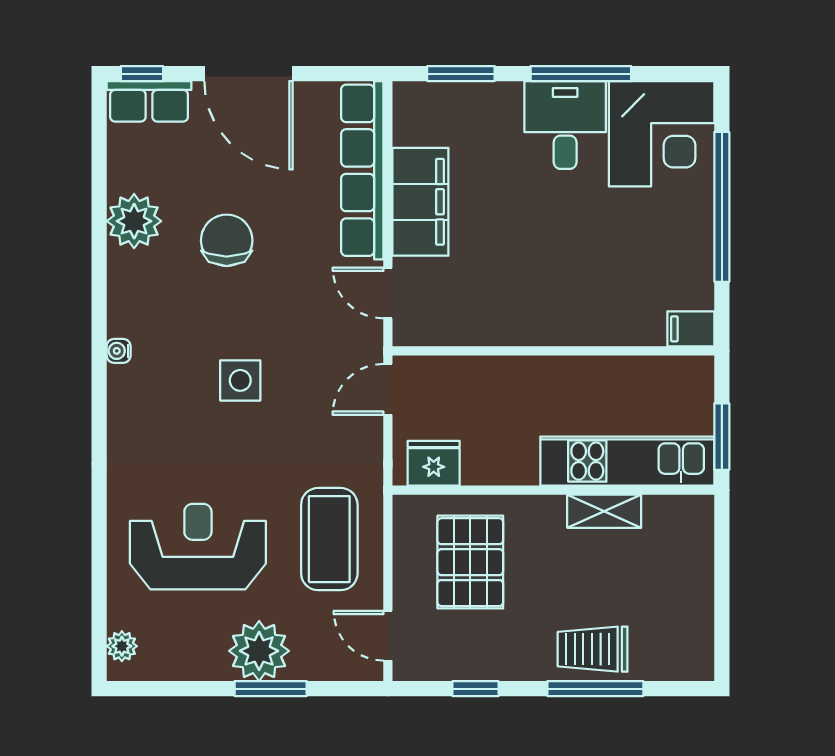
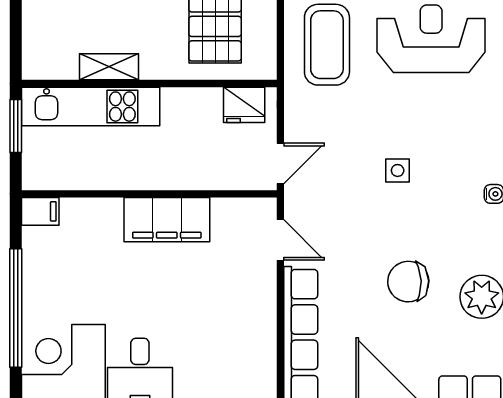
filing cabinet: (420, 202) -> (167, 220), moved, turned -90
chair: (227, 240) -> (408, 282), turned 88
side table: (240, 380) -> (398, 170), width x0.73, depth x0.73
reception desk: (198, 547) -> (431, 39), turned 180

